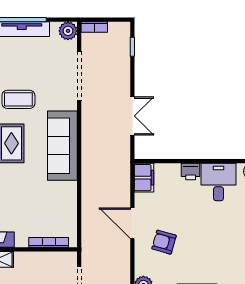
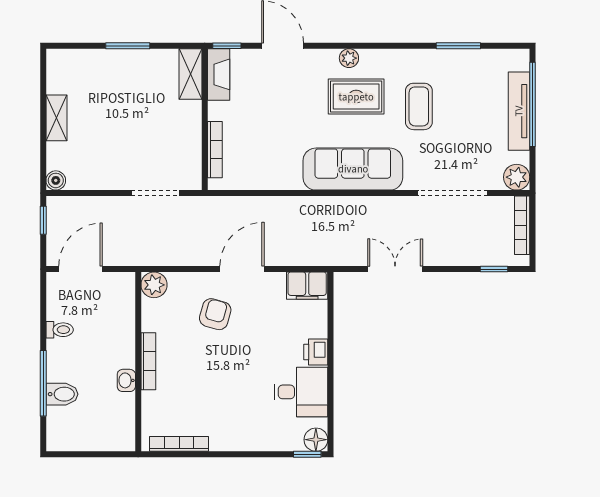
bookcase: (94, 27) -> (522, 225), width x1.56
double door: (132, 116) -> (395, 269), swing flipped

